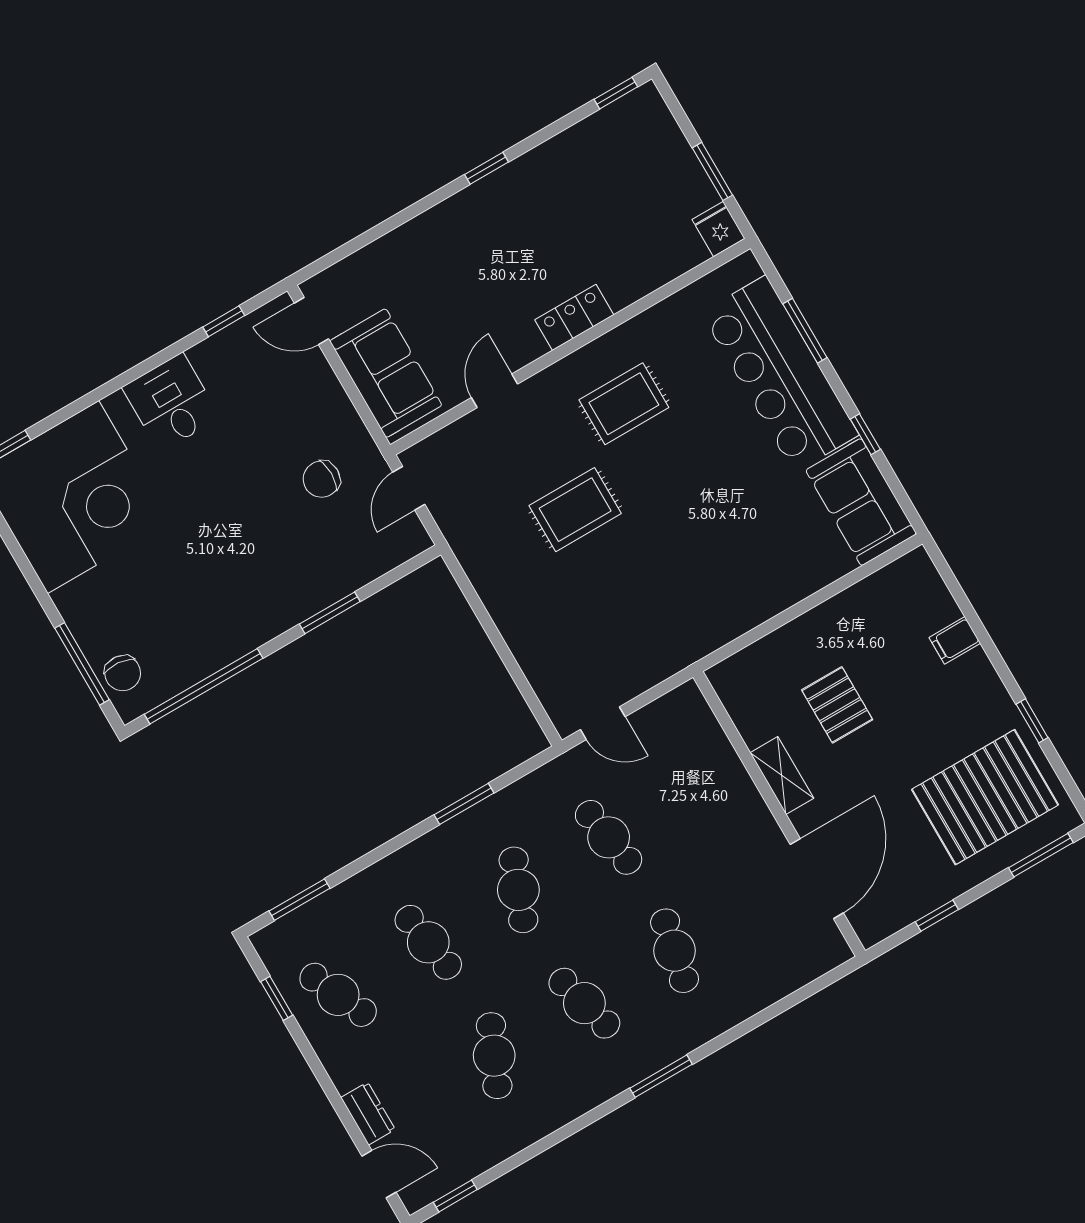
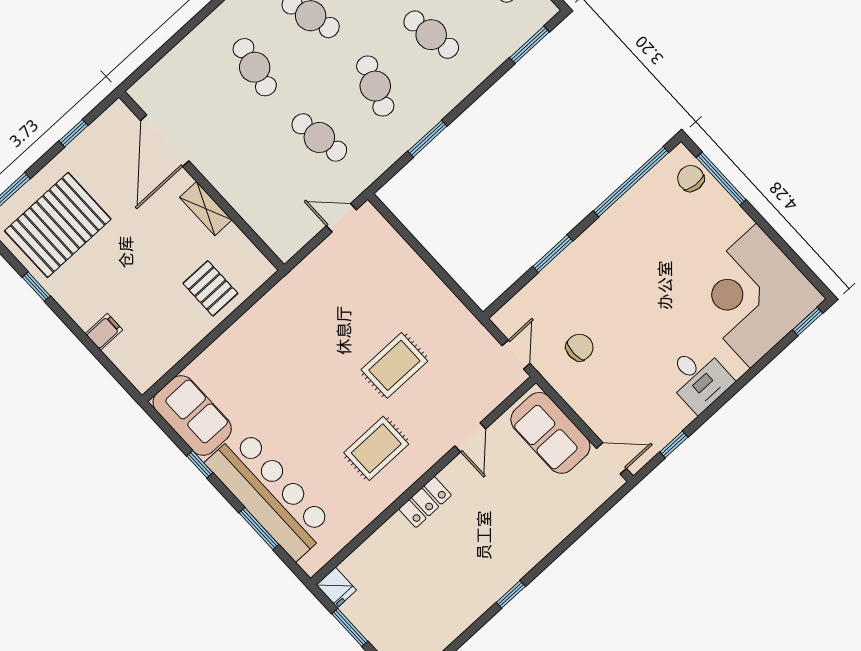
pallet: (837, 705) -> (210, 288), moved

